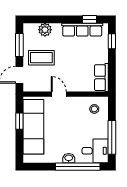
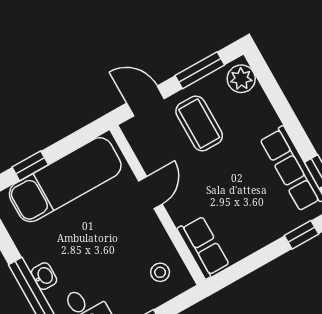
plant: (45, 30) -> (241, 79), moved
row of seats: (101, 78) -> (203, 247), moved, turned 90
window: (19, 121) -> (30, 166), moved

